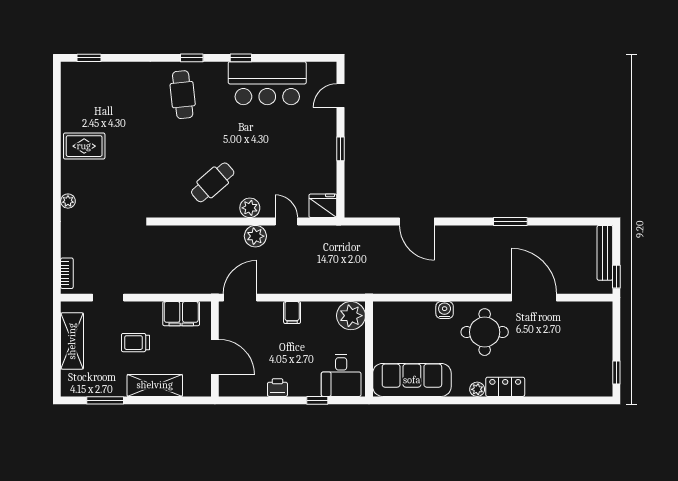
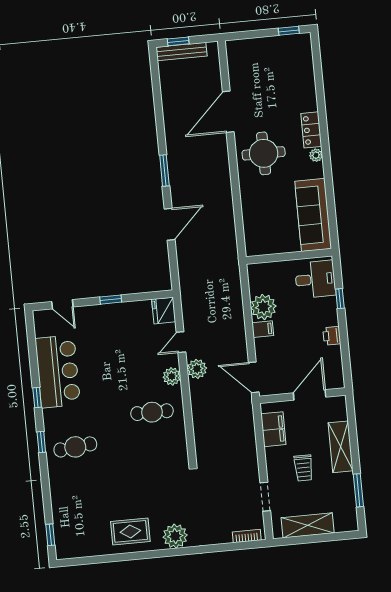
rug: (84, 146) -> (130, 531), turned 90
cafe table: (213, 182) -> (152, 412), turned -49
plant: (68, 201) -> (175, 536), width x1.88, depth x1.88
window: (510, 221) -> (164, 171), moved
window: (616, 277) -> (178, 41), moved
water cooler: (445, 310) -> (247, 192), removed
plant: (351, 316) -> (263, 307), moved

